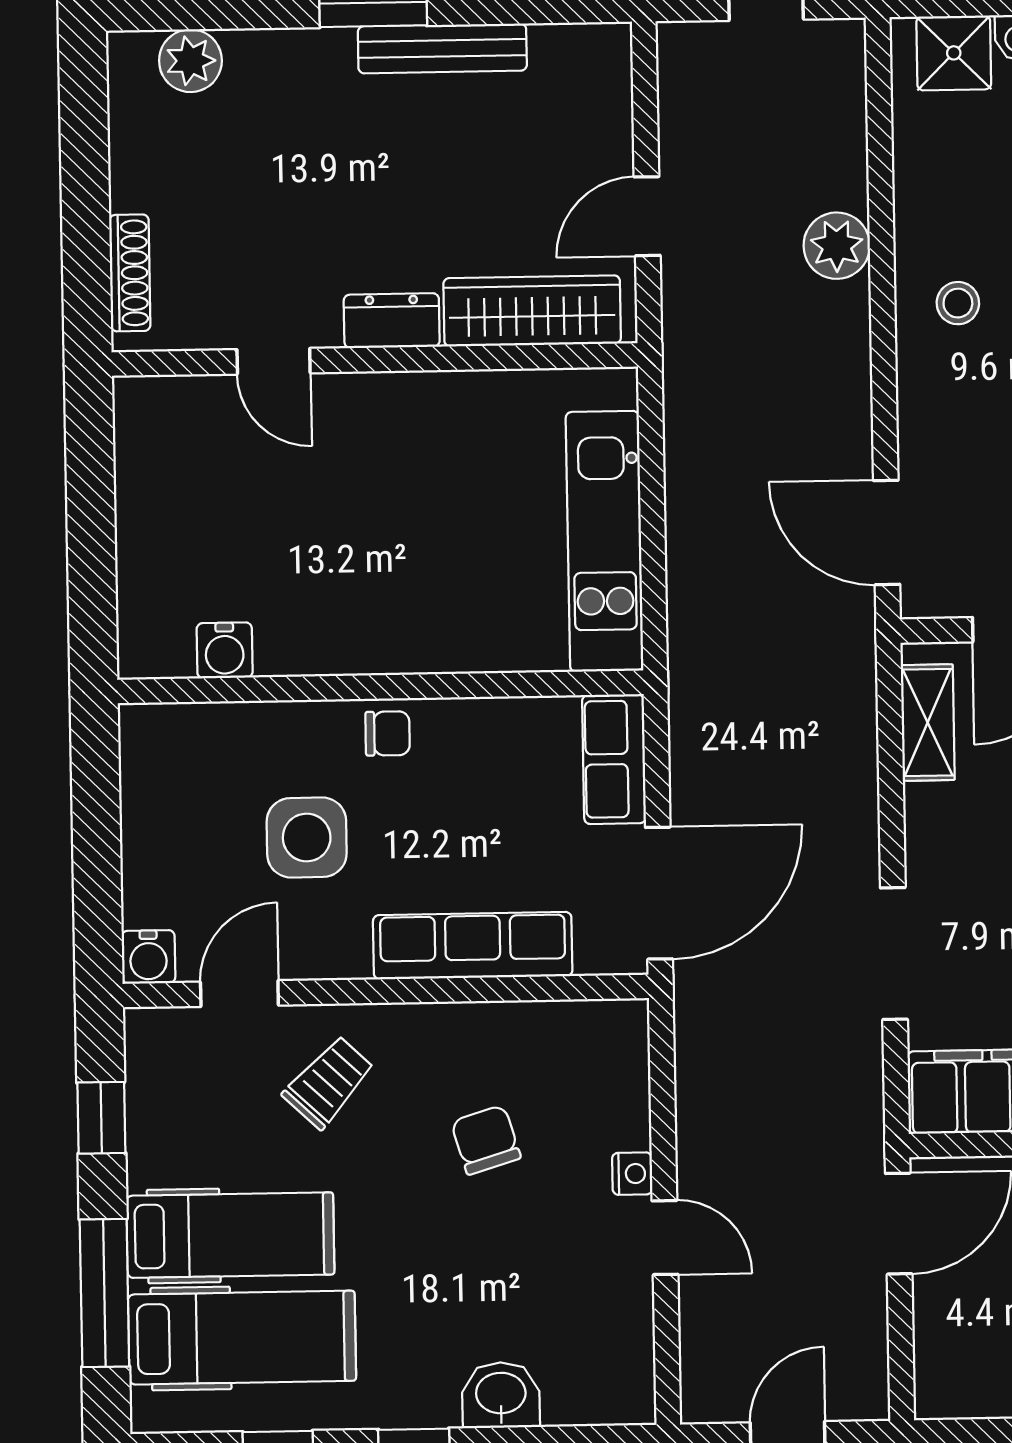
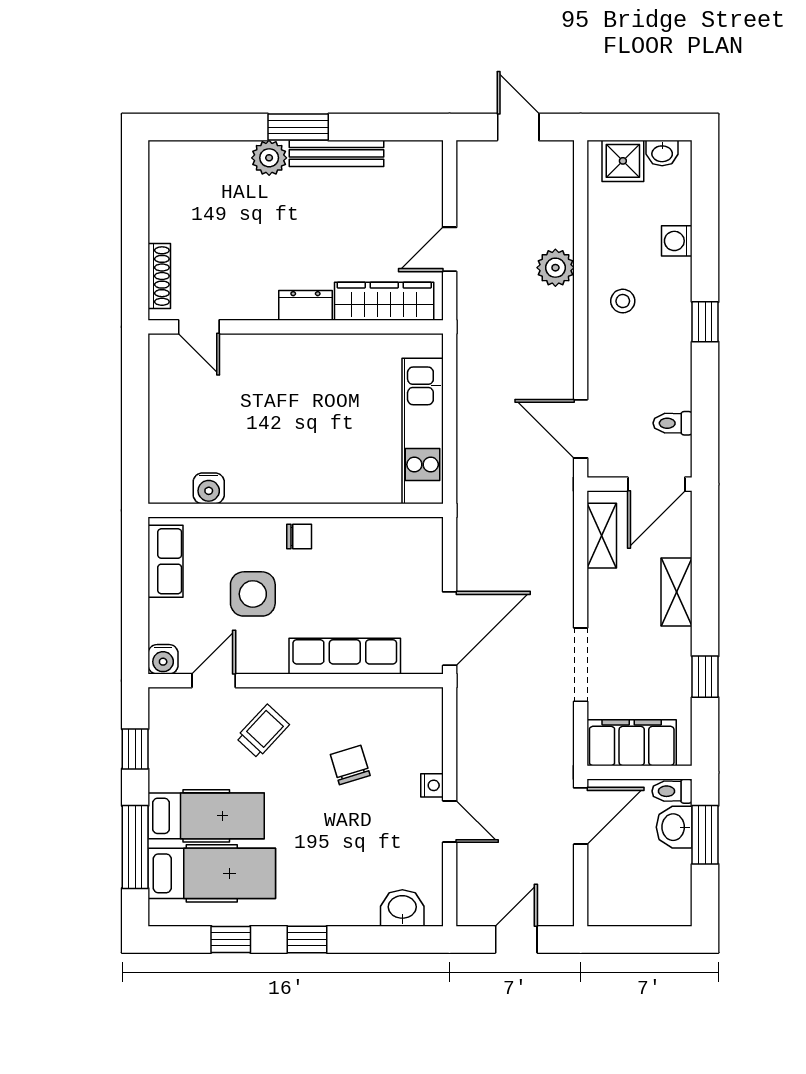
plant: (190, 61) -> (269, 158), moved
door: (274, 361) -> (199, 327), moved
row of seats: (614, 759) -> (166, 561), moved, turned 180
washbasin: (501, 1395) -> (402, 908), moved

